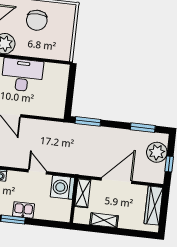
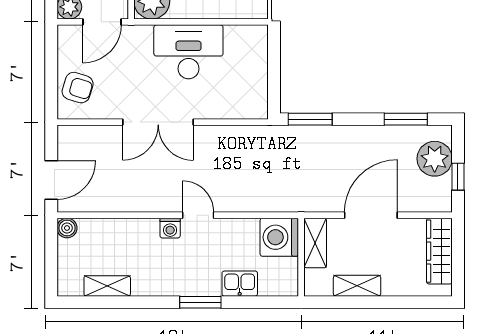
door: (37, 172) -> (198, 215), moved
kitchen sink: (23, 210) -> (240, 284), moved

